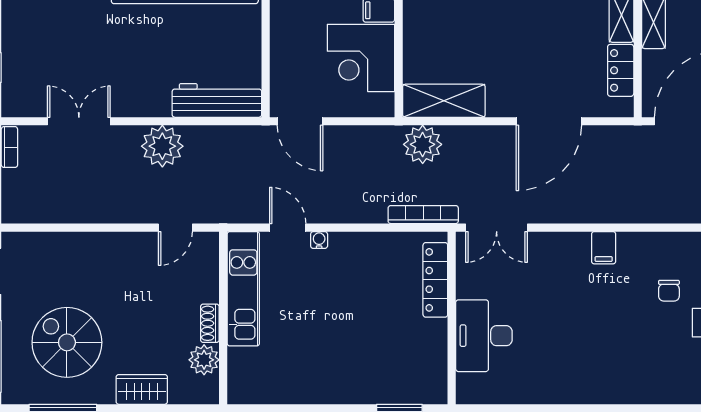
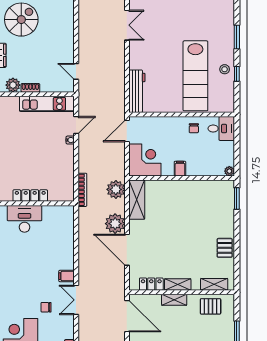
corner desk: (361, 58) -> (145, 160), moved, turned 90
plant: (162, 146) -> (115, 224), moved
double door: (497, 228) -> (76, 300), moved
locker: (435, 280) -> (30, 196), moved

